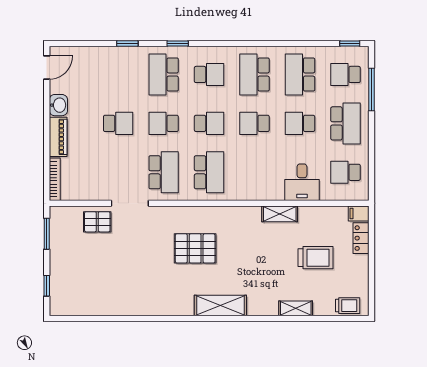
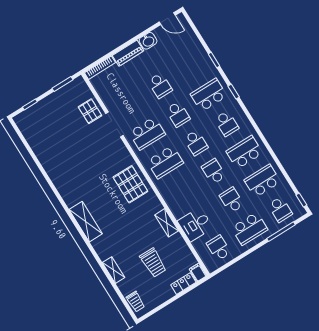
school desk: (346, 74) -> (280, 209), turned 180
school desk: (164, 123) -> (178, 114), turned 180
pallet: (195, 248) -> (130, 184), moved

